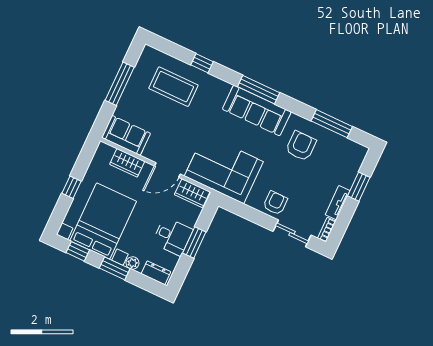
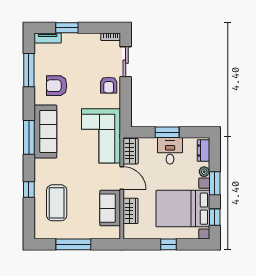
sofa: (126, 135) -> (110, 208), moved
armchair: (275, 203) -> (109, 85), turned -90
tv unit: (338, 203) -> (48, 38), moved

